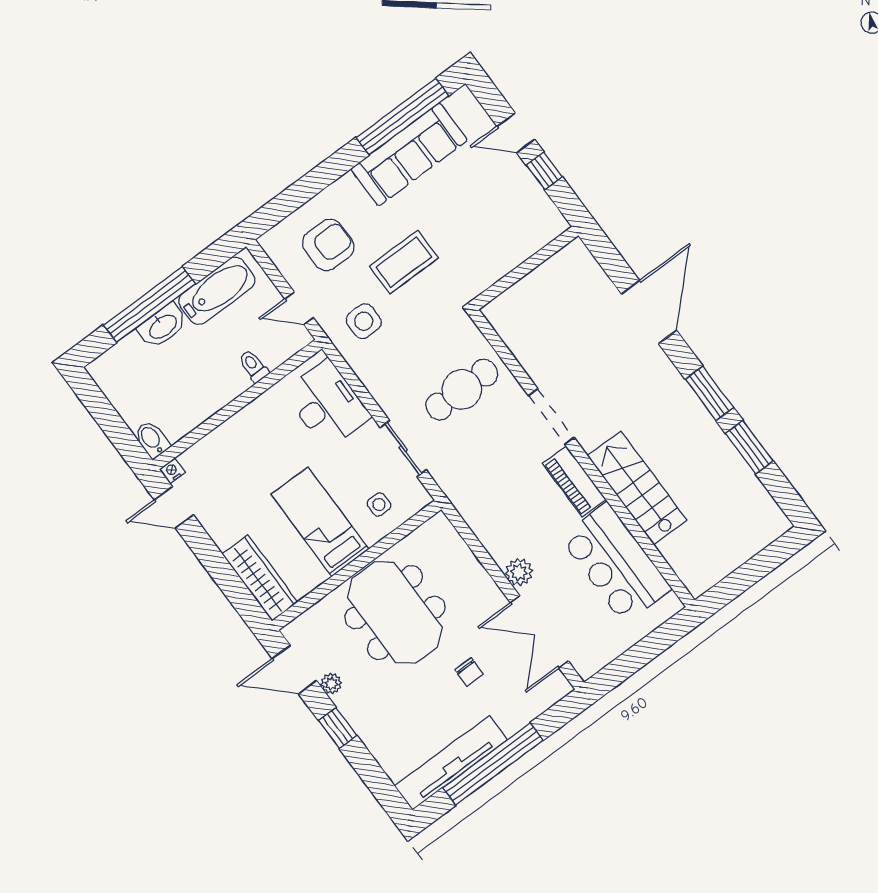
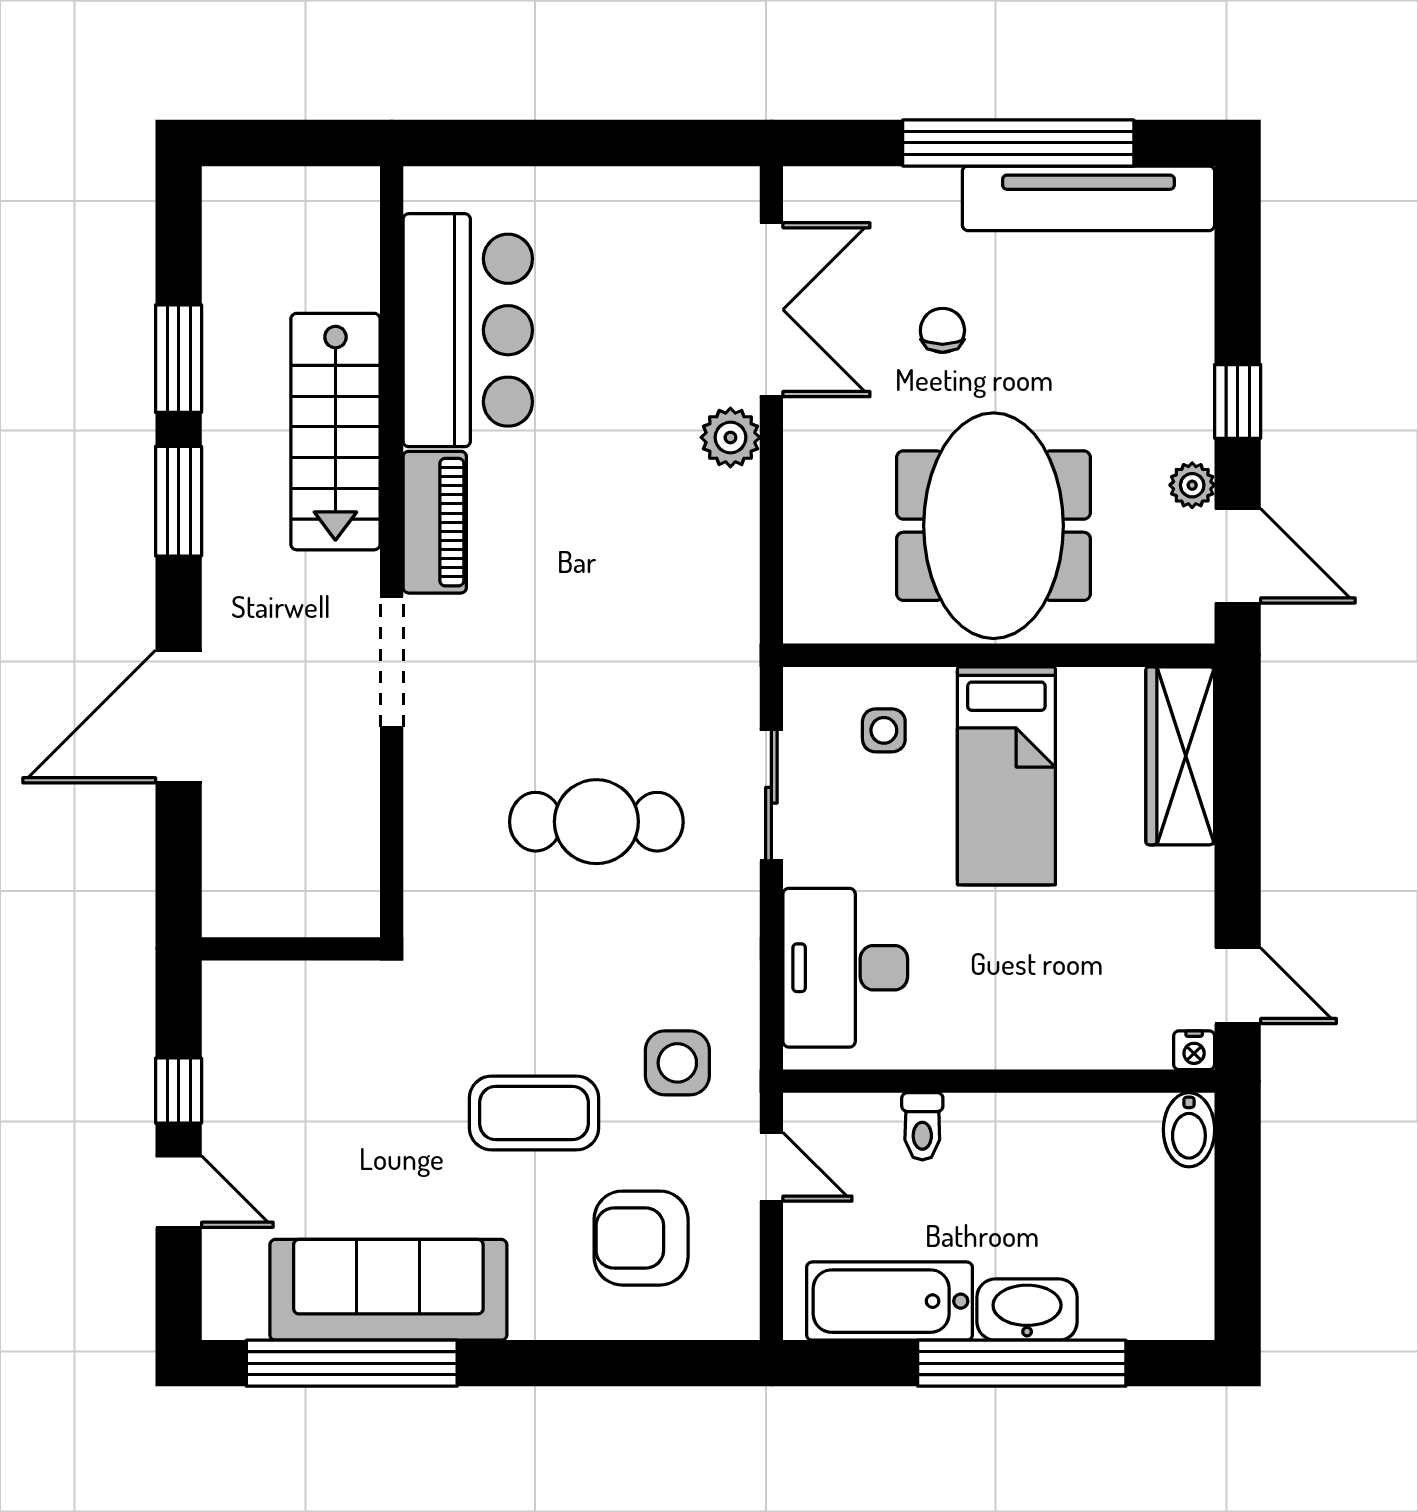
doorway: (551, 417) -> (392, 662), moved
wall: (582, 458) -> (392, 552), moved
piano: (574, 481) -> (435, 522), moved
stairs: (637, 488) -> (335, 432), moved
bar counter: (616, 563) -> (468, 330), moved

